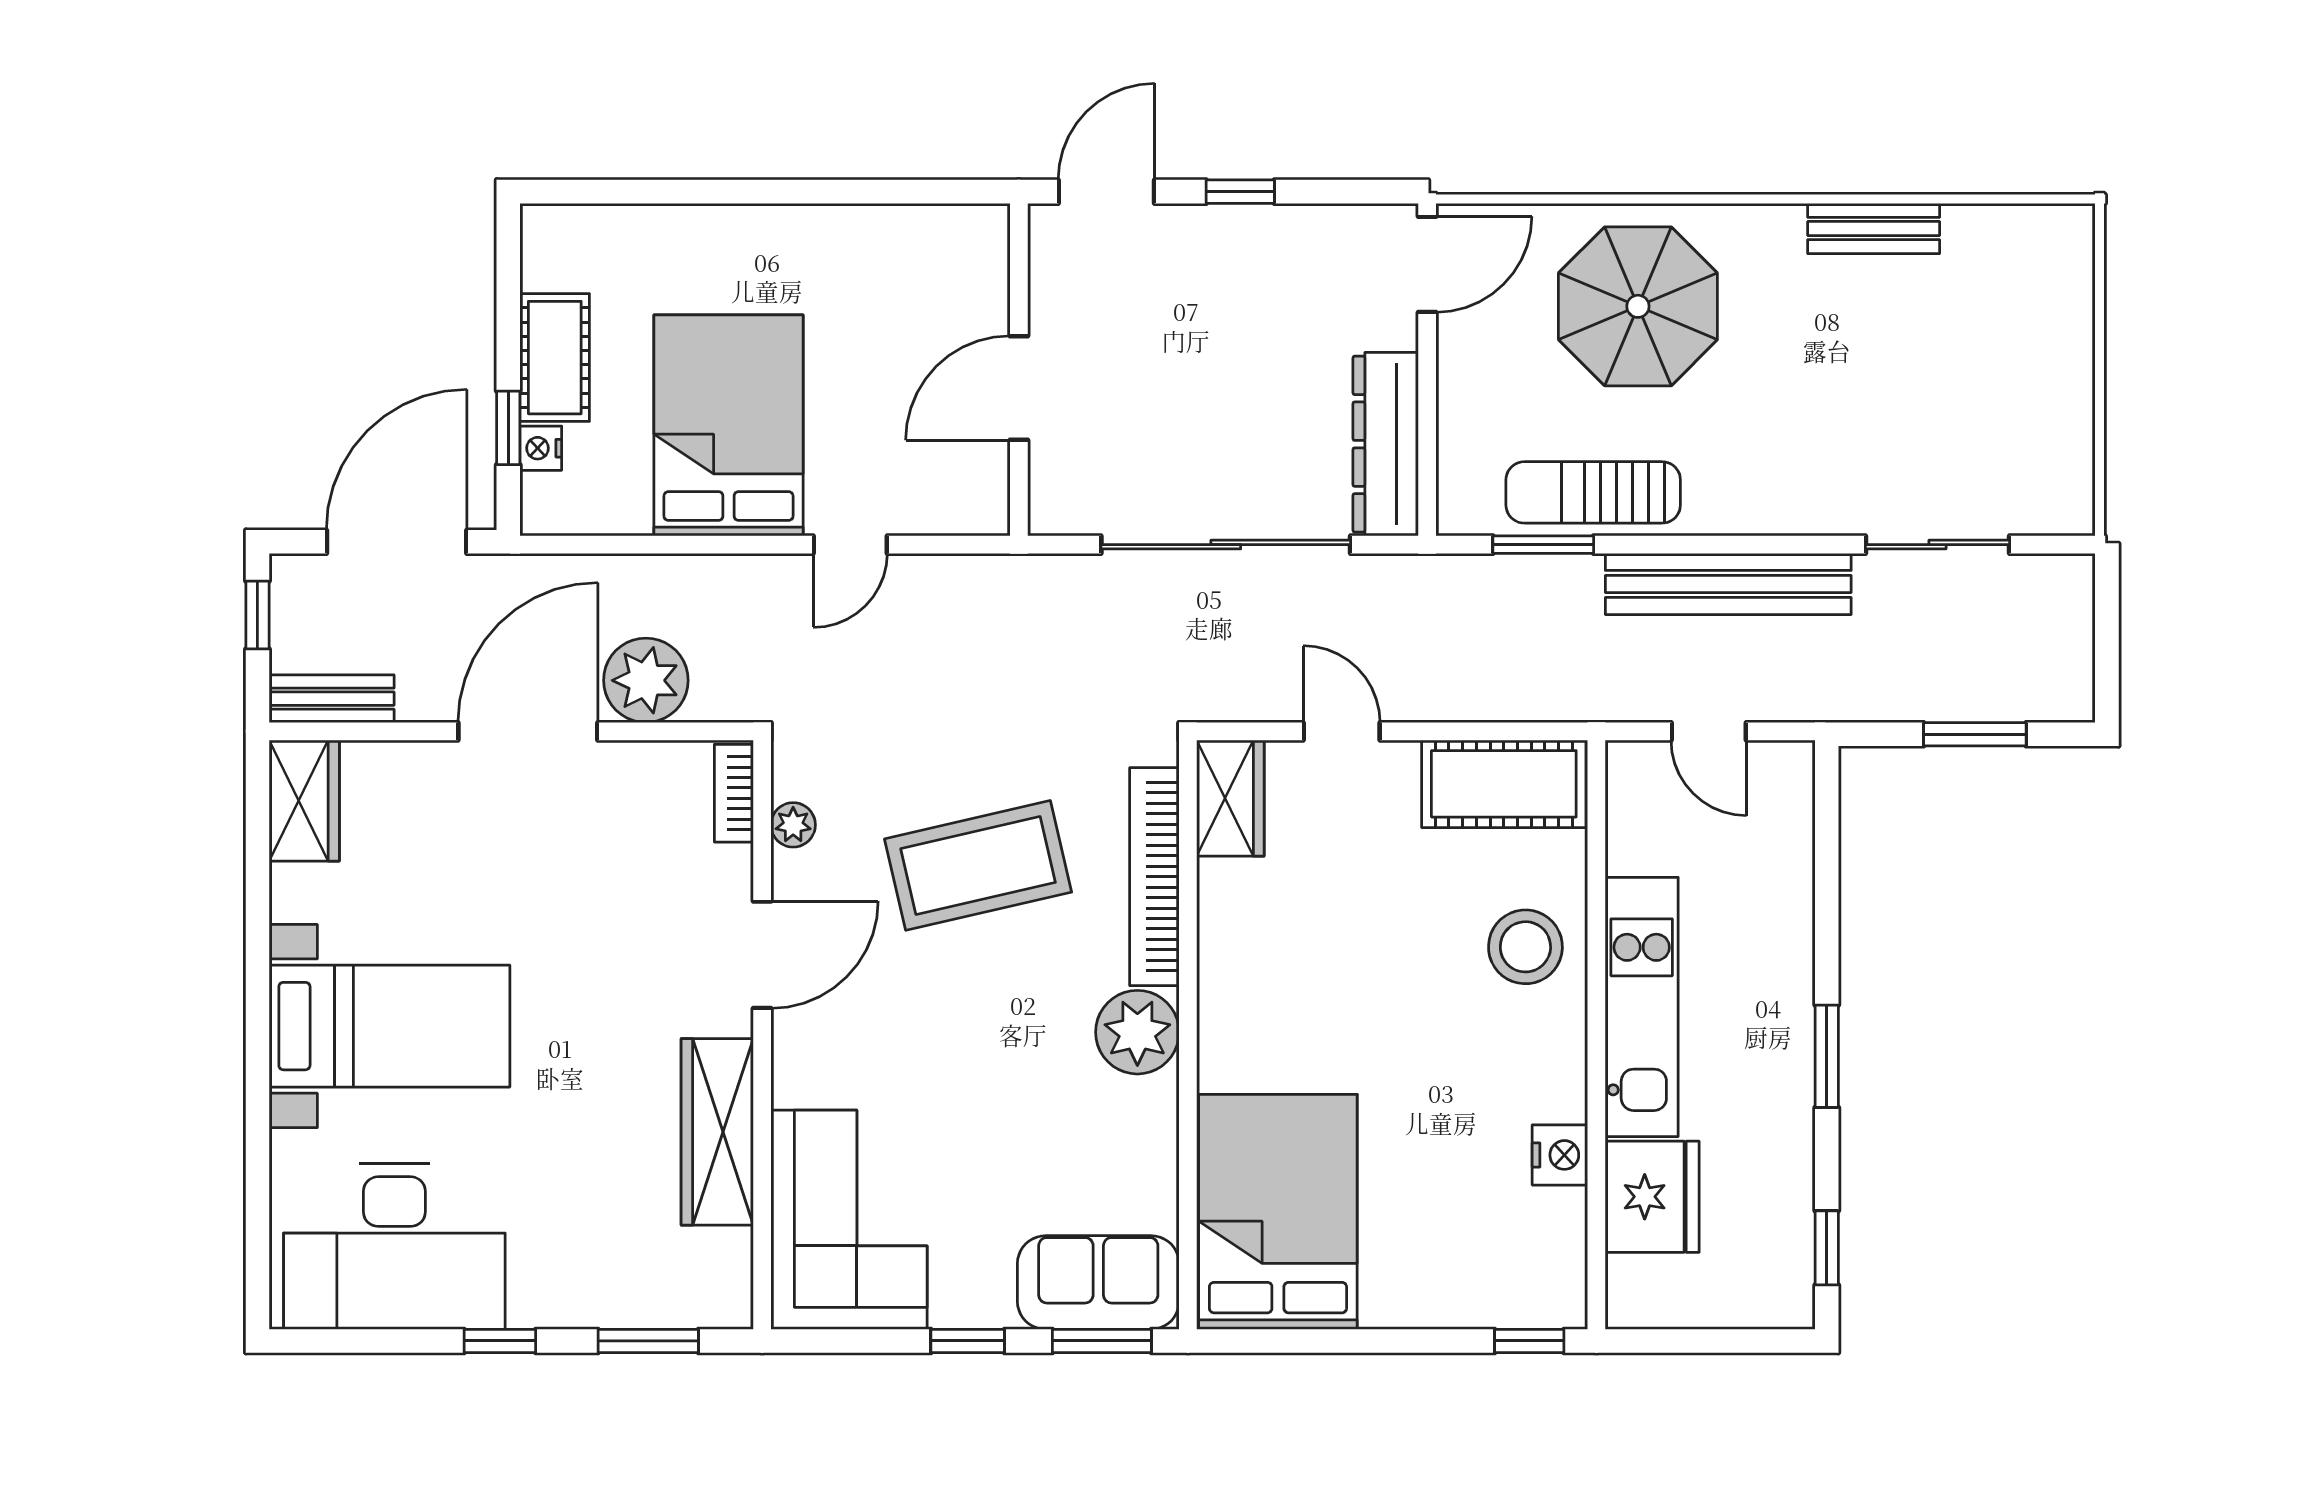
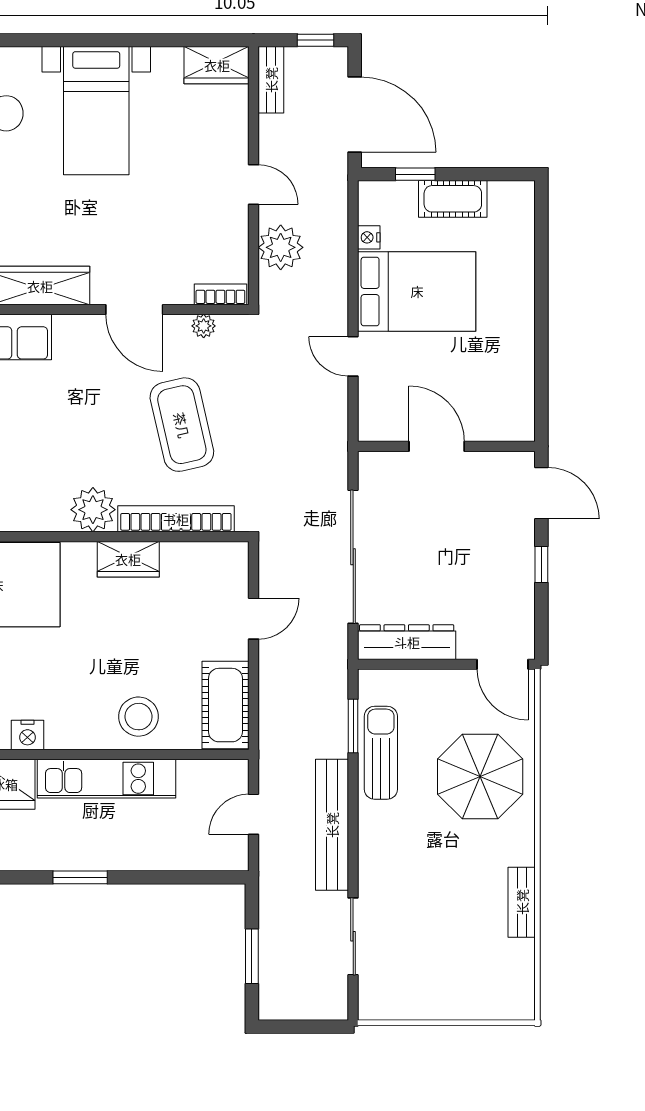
nightstand: (541, 448) -> (369, 237), moved, turned -90
door: (528, 731) -> (253, 184), width x0.53
wardrobe: (1230, 798) -> (128, 559), moved

